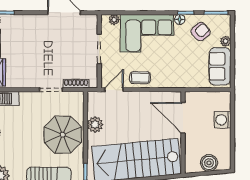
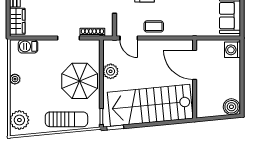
door: (114, 90) -> (129, 38), swing flipped
washing machine: (223, 120) -> (232, 50), moved
boiler: (209, 163) -> (231, 107), moved

